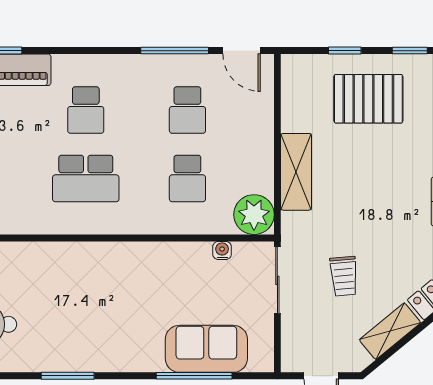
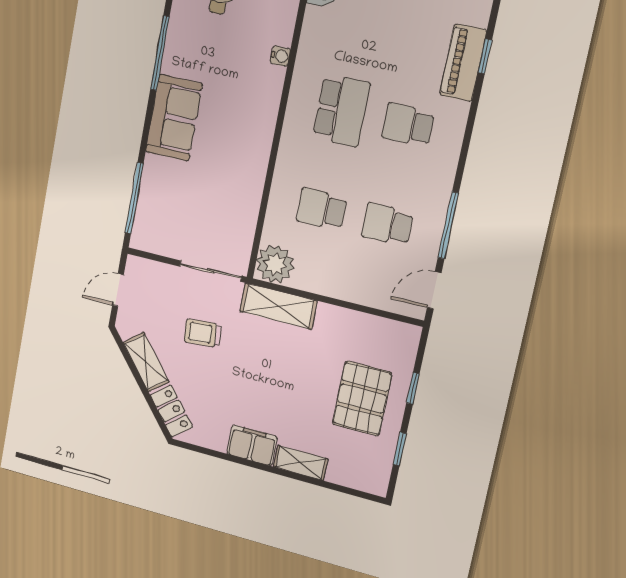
shelving: (296, 172) -> (278, 306), moved
school desk: (86, 178) -> (341, 110), turned 180
water cooler: (222, 250) -> (280, 56), moved
sofa: (206, 349) -> (174, 118), moved
window: (68, 376) -> (160, 53), width x1.44
window: (194, 376) -> (134, 198), moved

